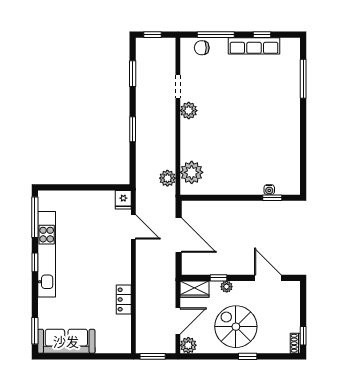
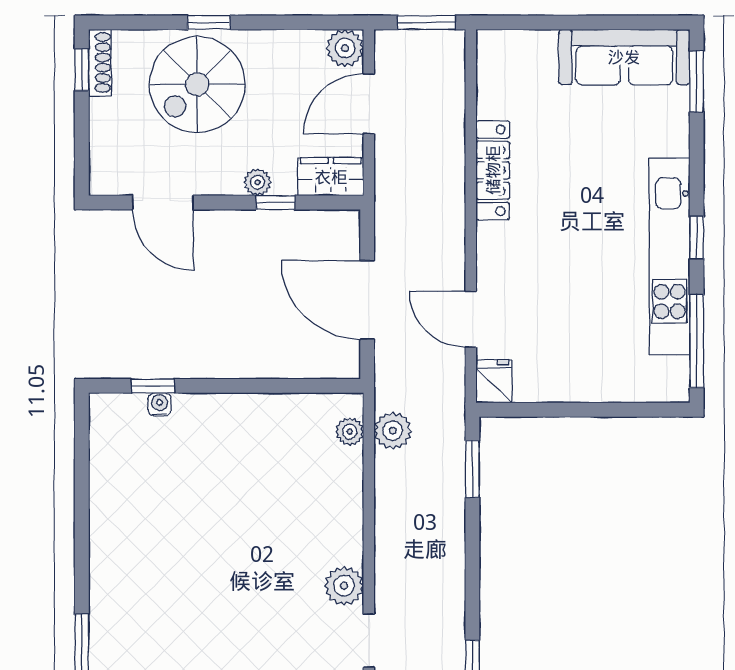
window: (133, 129) -> (472, 469), moved
plant: (192, 172) -> (350, 432), width x0.53, depth x0.53
locker: (124, 300) -> (493, 170), width x1.53
spiral stairs: (236, 327) -> (197, 84), moved, turned 90
shoe rack: (295, 343) -> (100, 63), width x1.43

